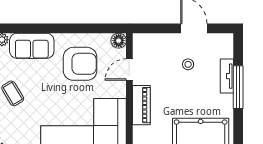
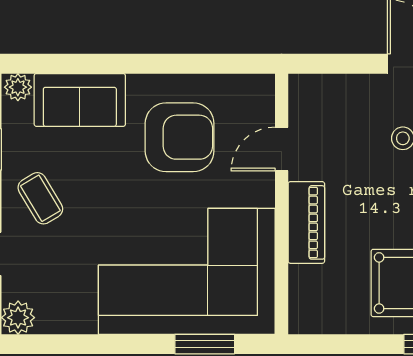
floor lamp: (119, 41) -> (259, 89), removed

